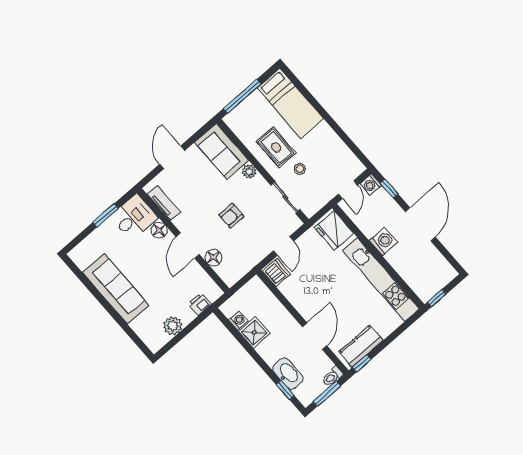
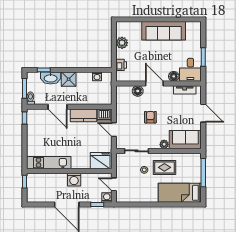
kitchen unit: (381, 279) -> (49, 163), width x0.73
shower: (254, 332) -> (69, 79), moved
kitchen counter: (361, 346) -> (83, 115), moved, turned 90

